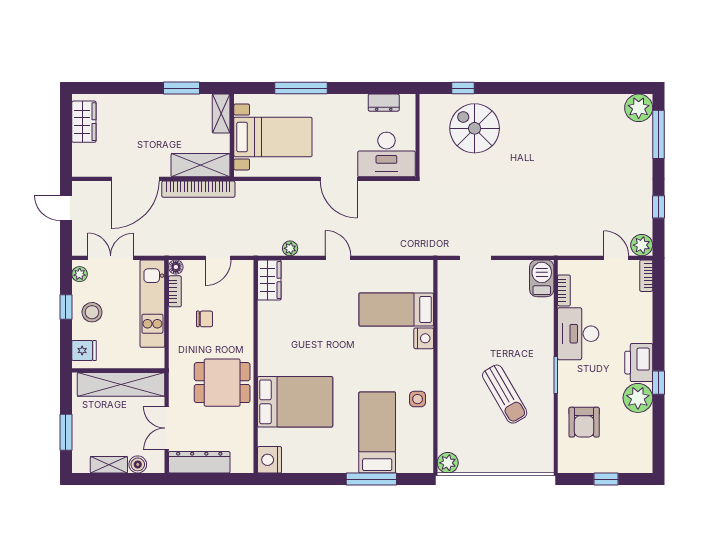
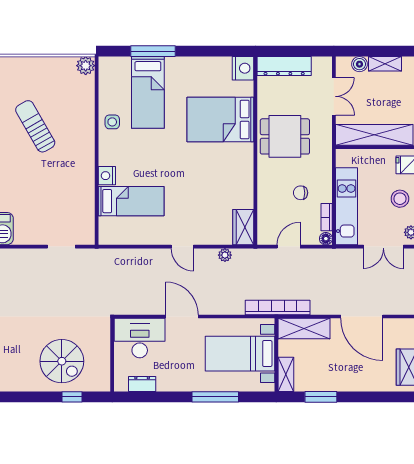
door: (135, 179) -> (362, 317), swing flipped
bookcase: (198, 189) -> (278, 307), moved
dresser: (199, 462) -> (284, 66), moved

